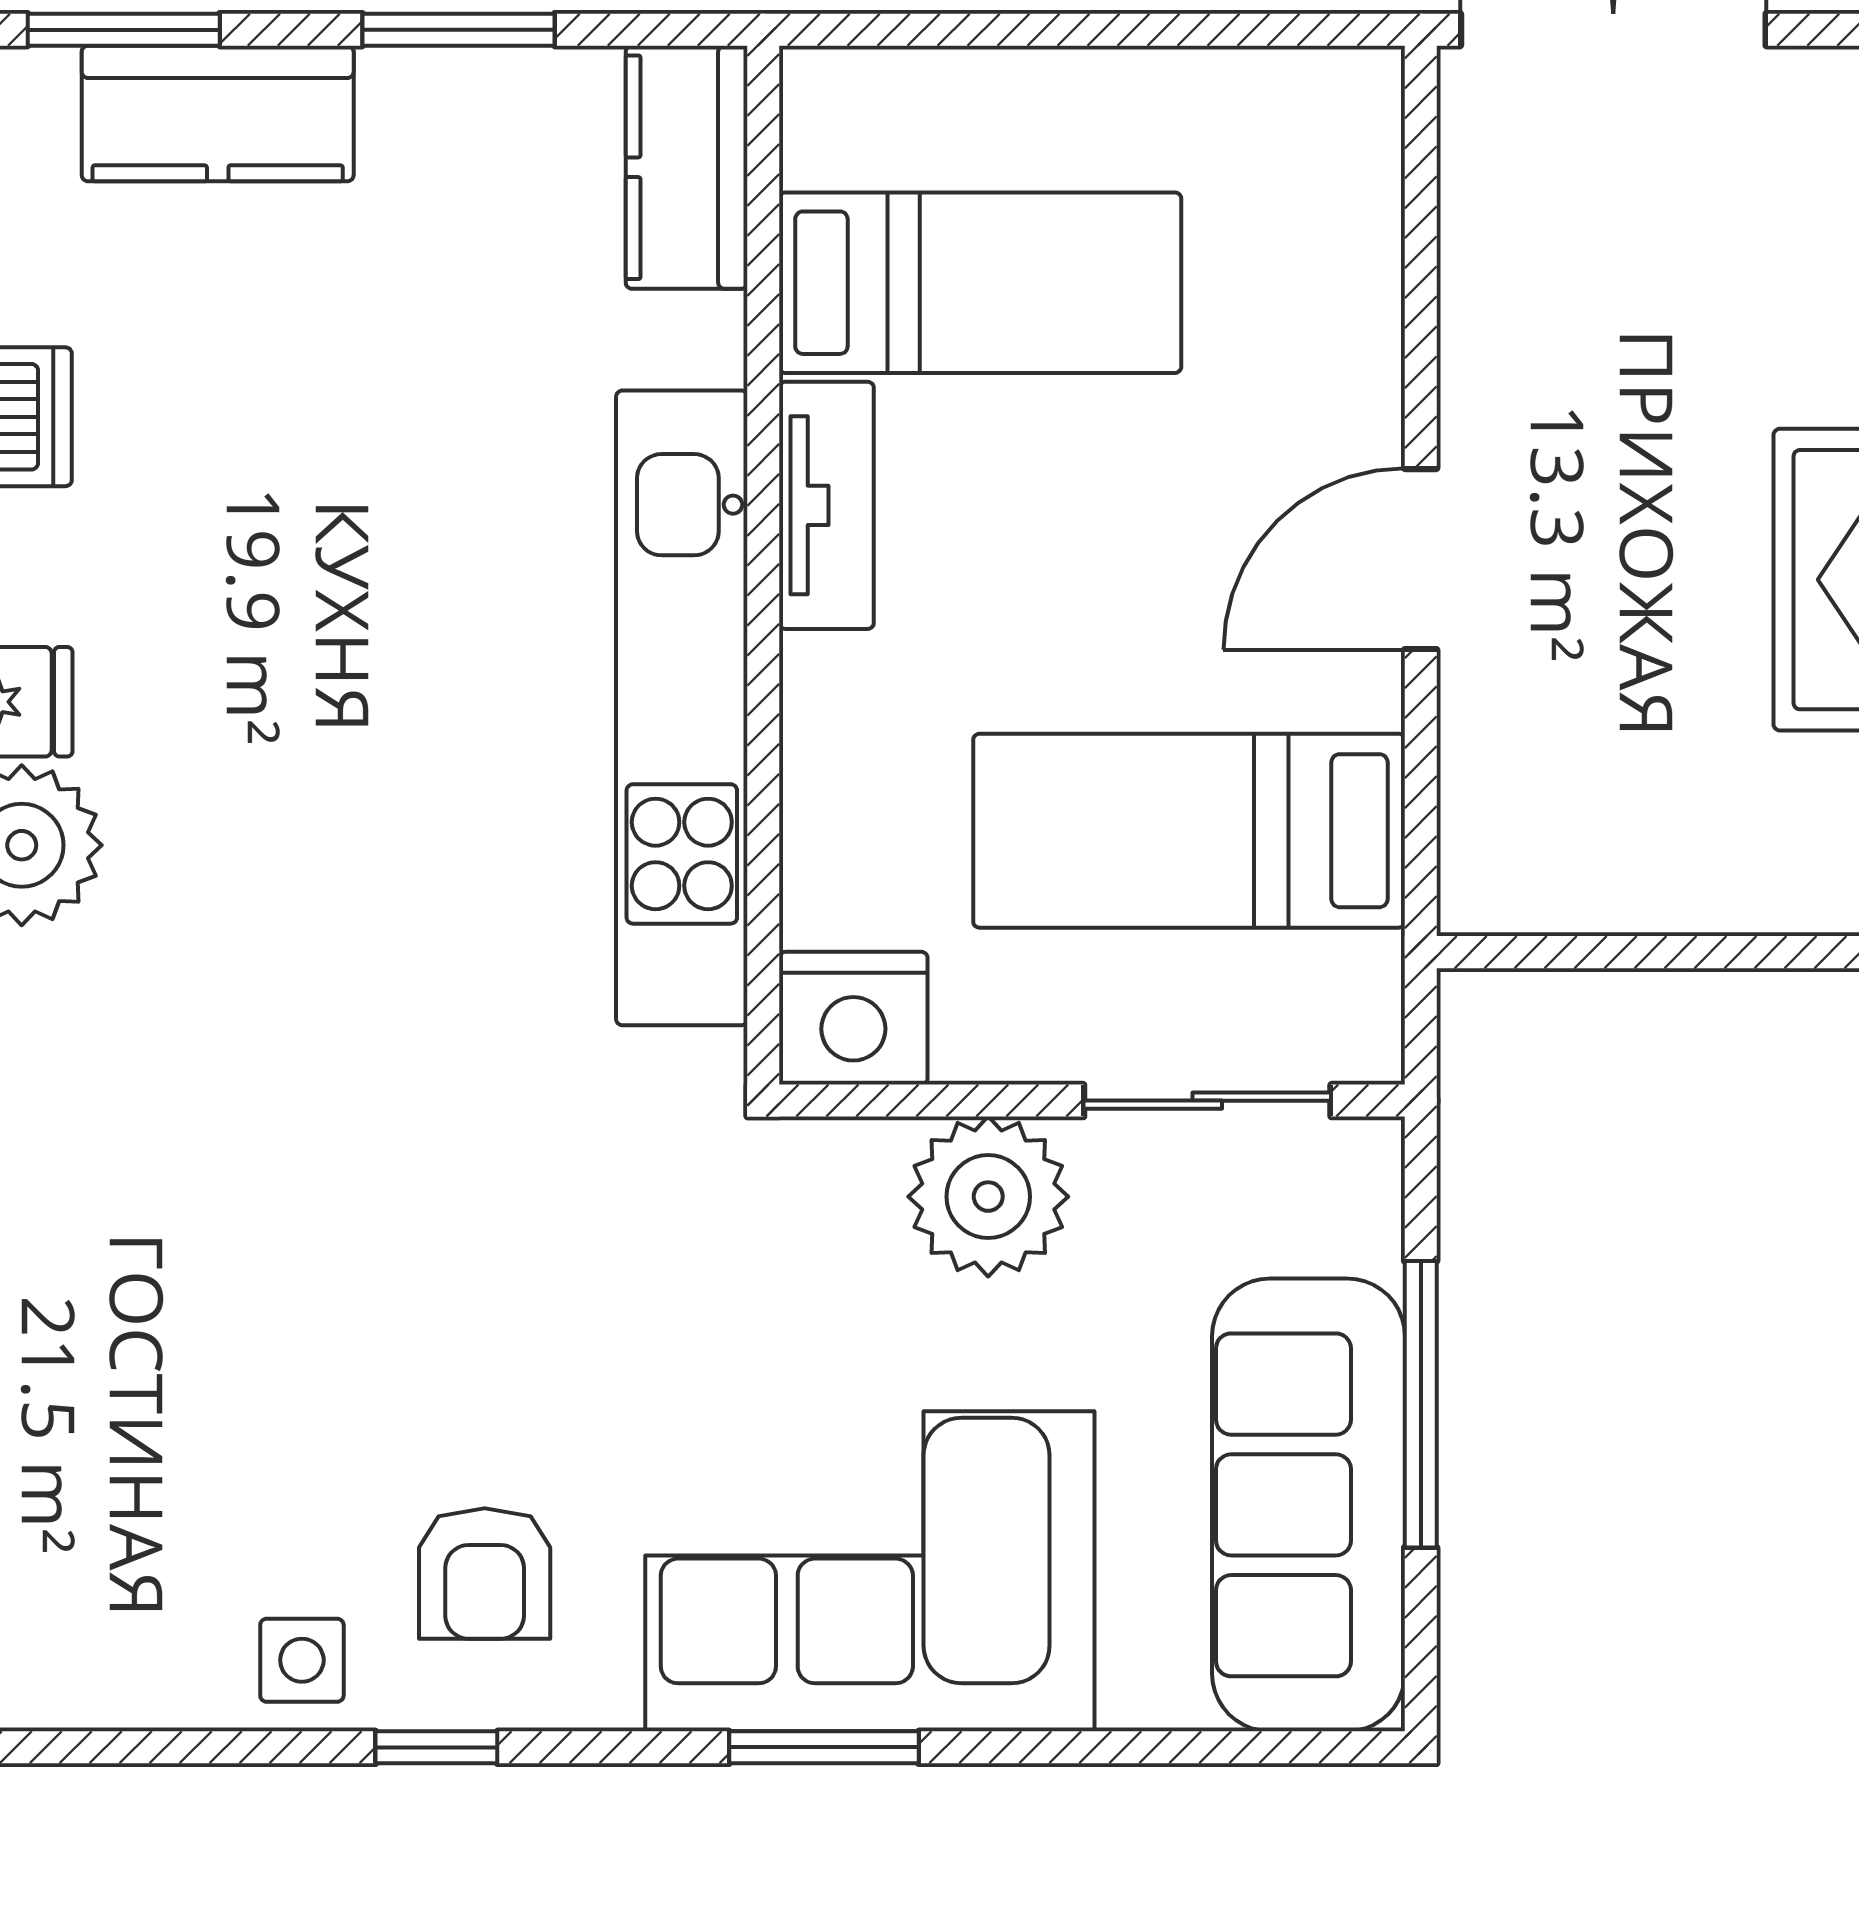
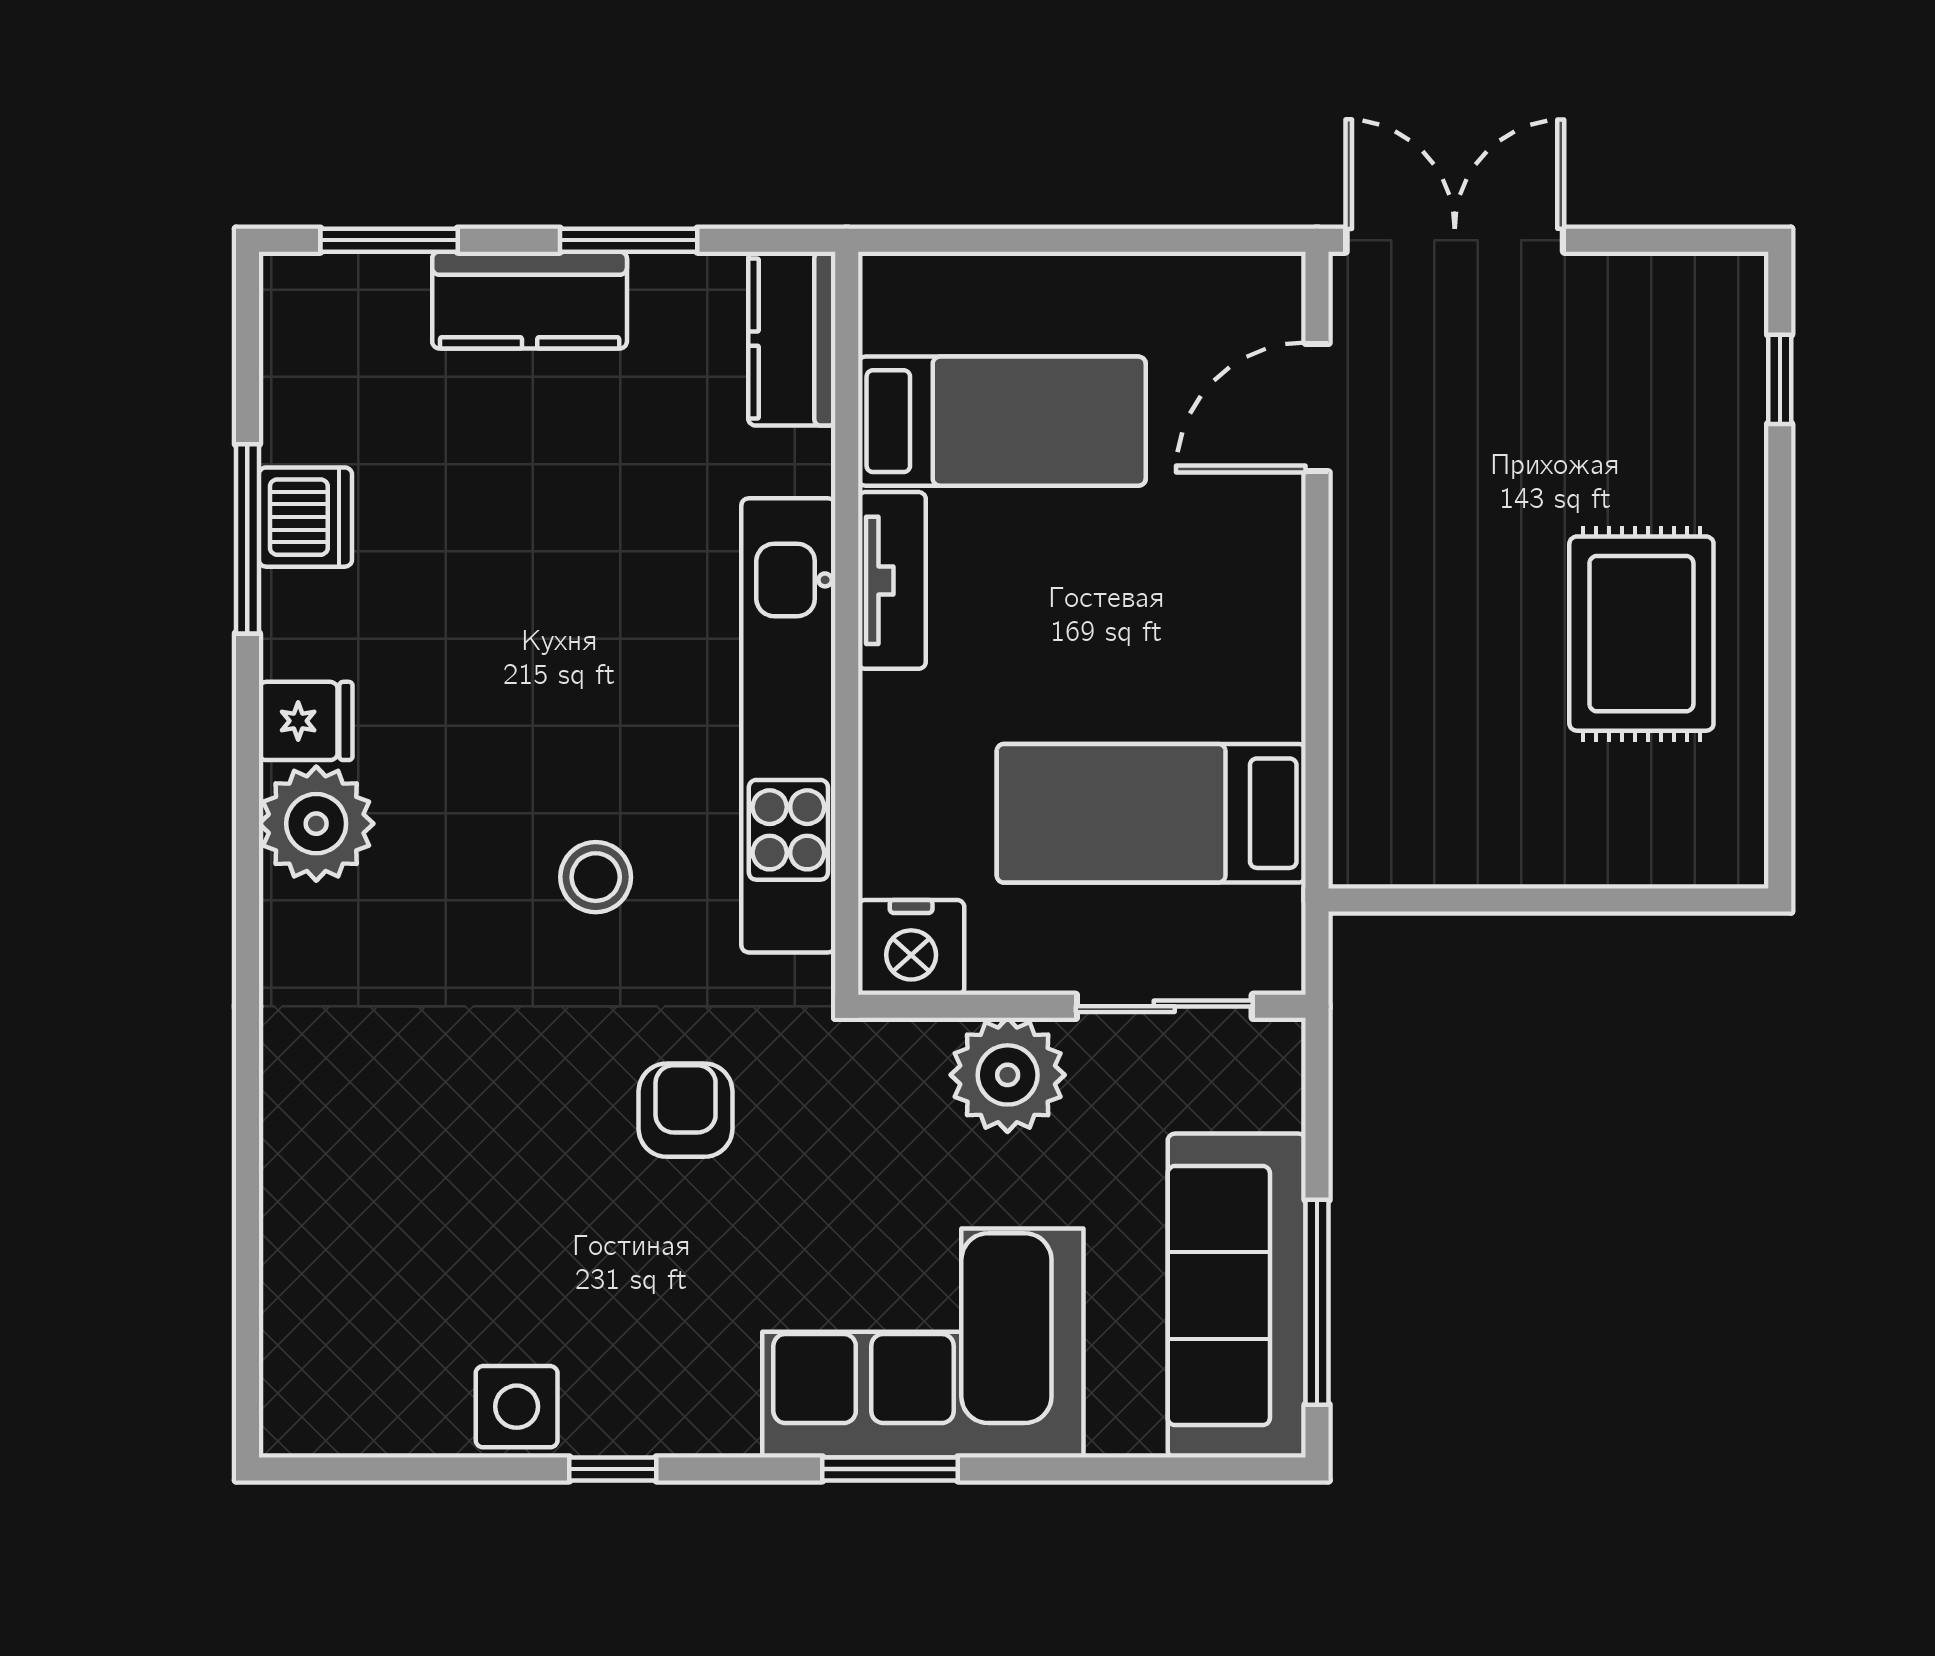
kitchen counter: (218, 114) -> (530, 300), moved
door: (1421, 559) -> (1317, 408), moved
stool: (412, 920) -> (596, 877), added
window: (1421, 1404) -> (1317, 1302), moved
armchair: (485, 1574) -> (686, 1110), moved, turned 180
side table: (302, 1660) -> (517, 1407), width x1.37, depth x1.37

